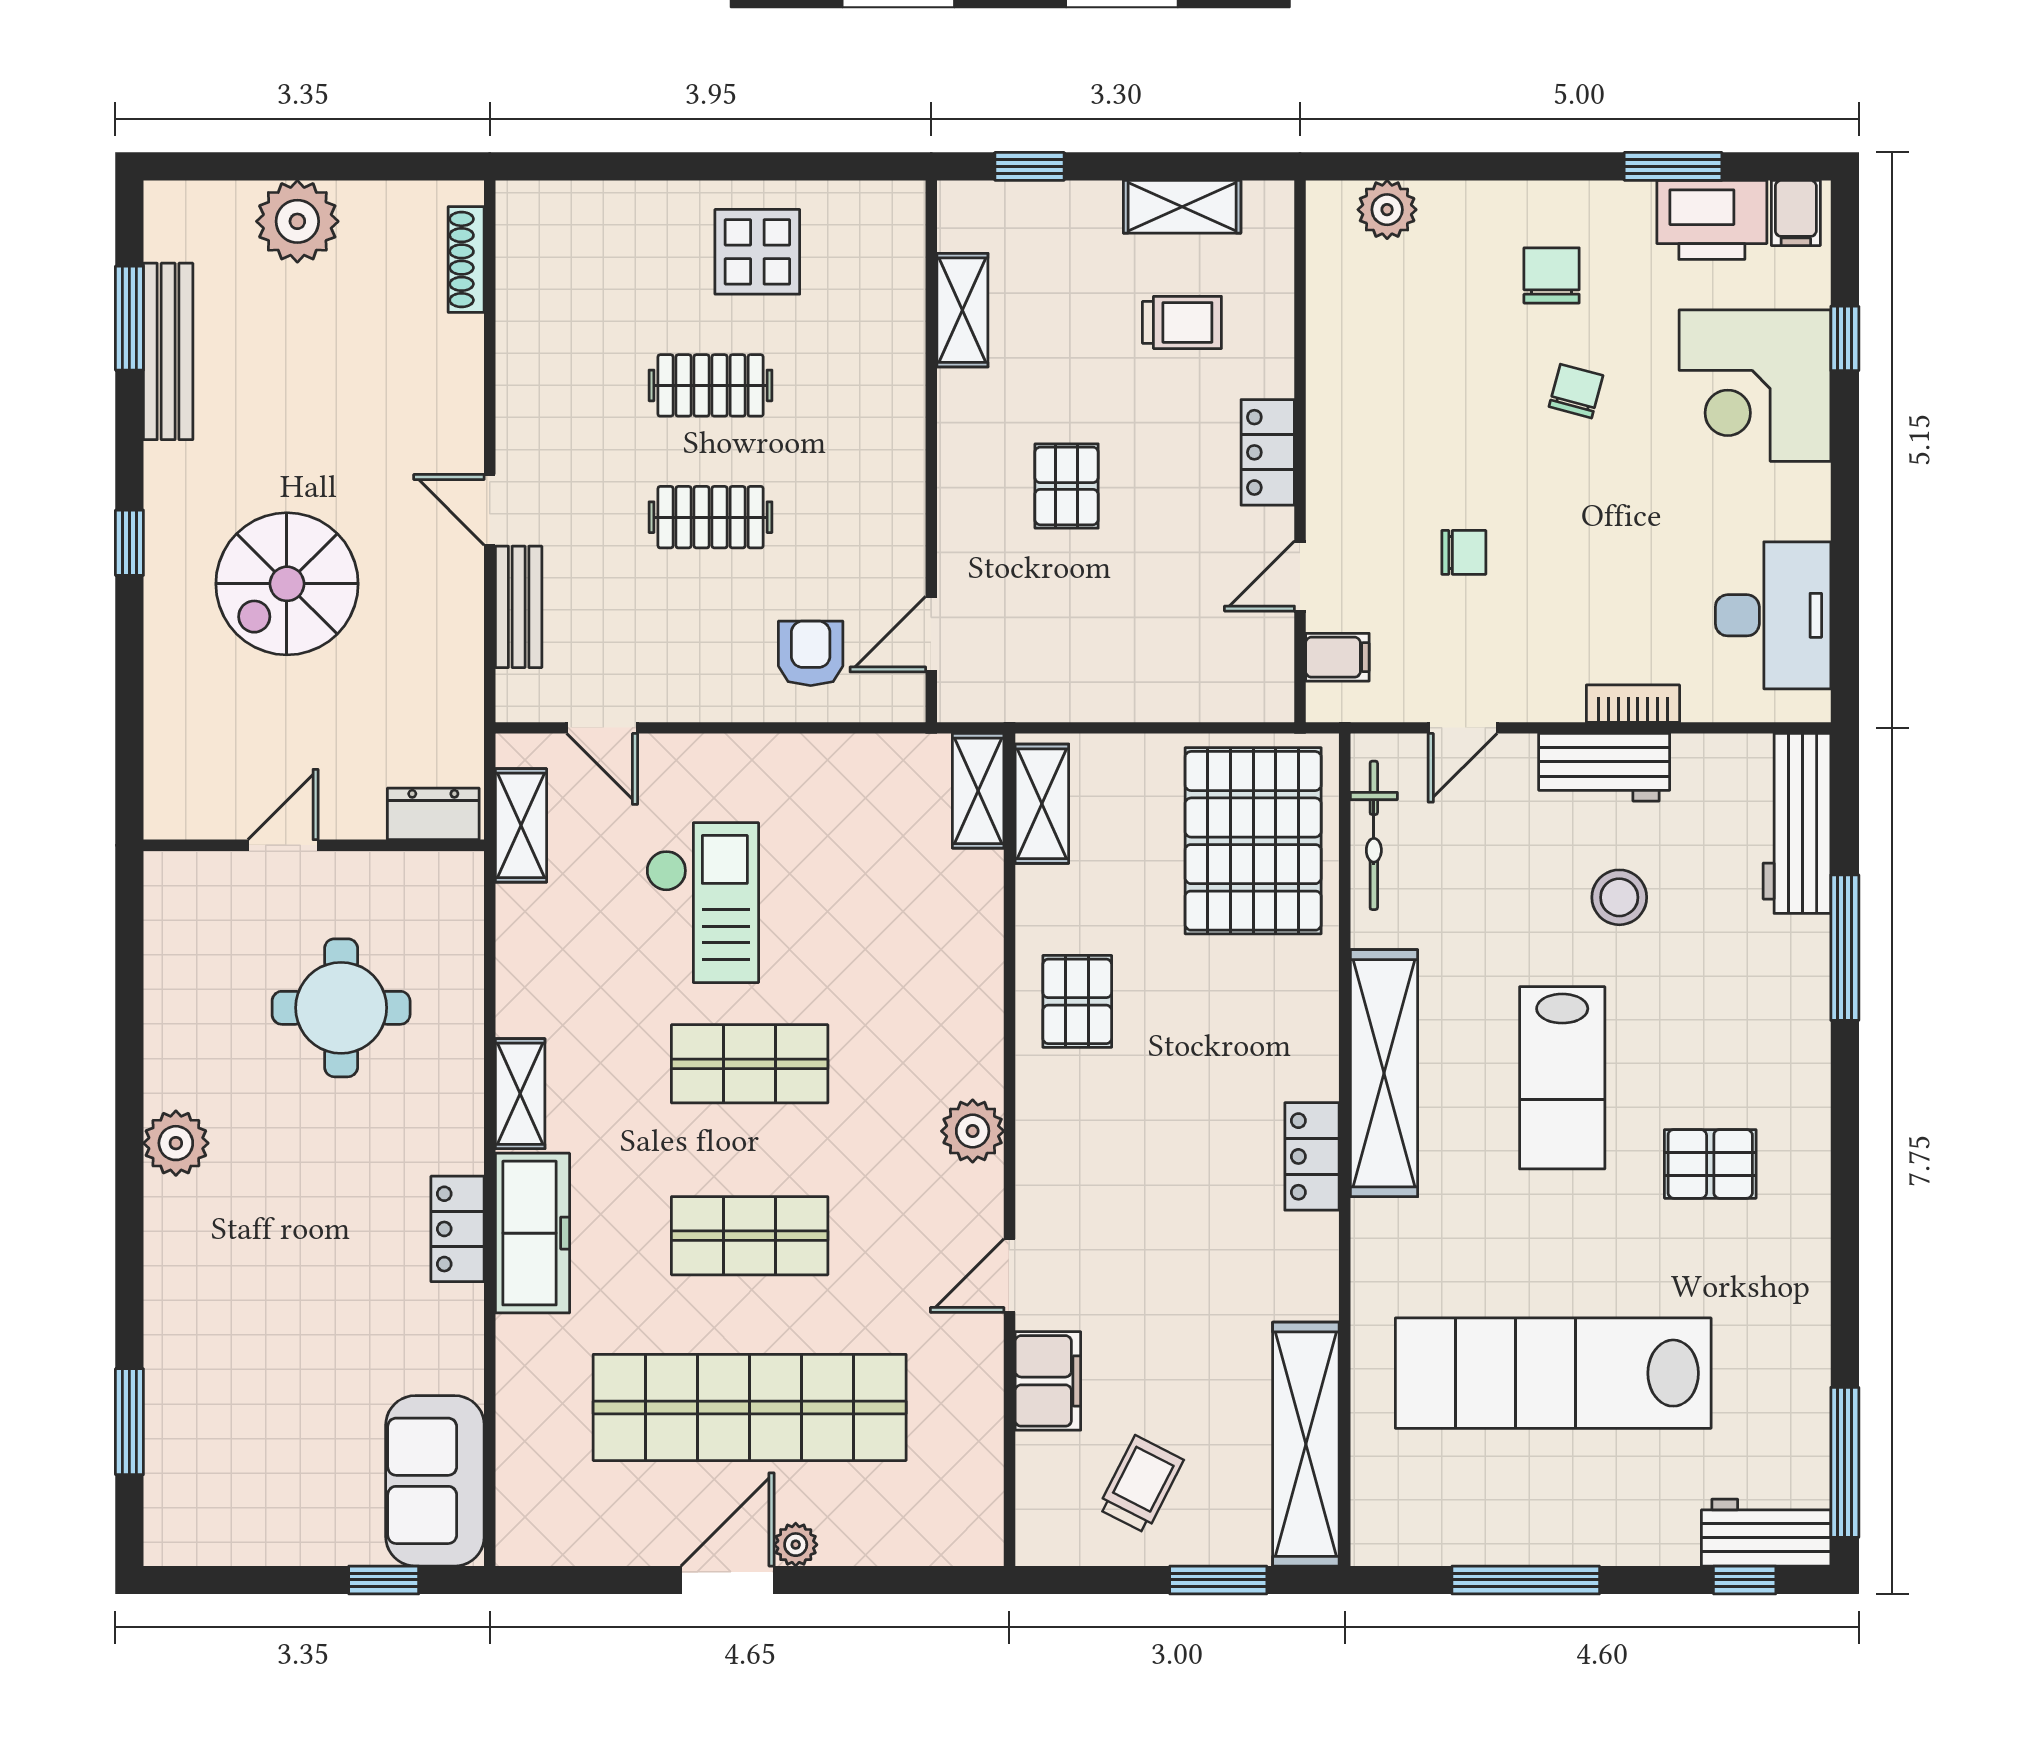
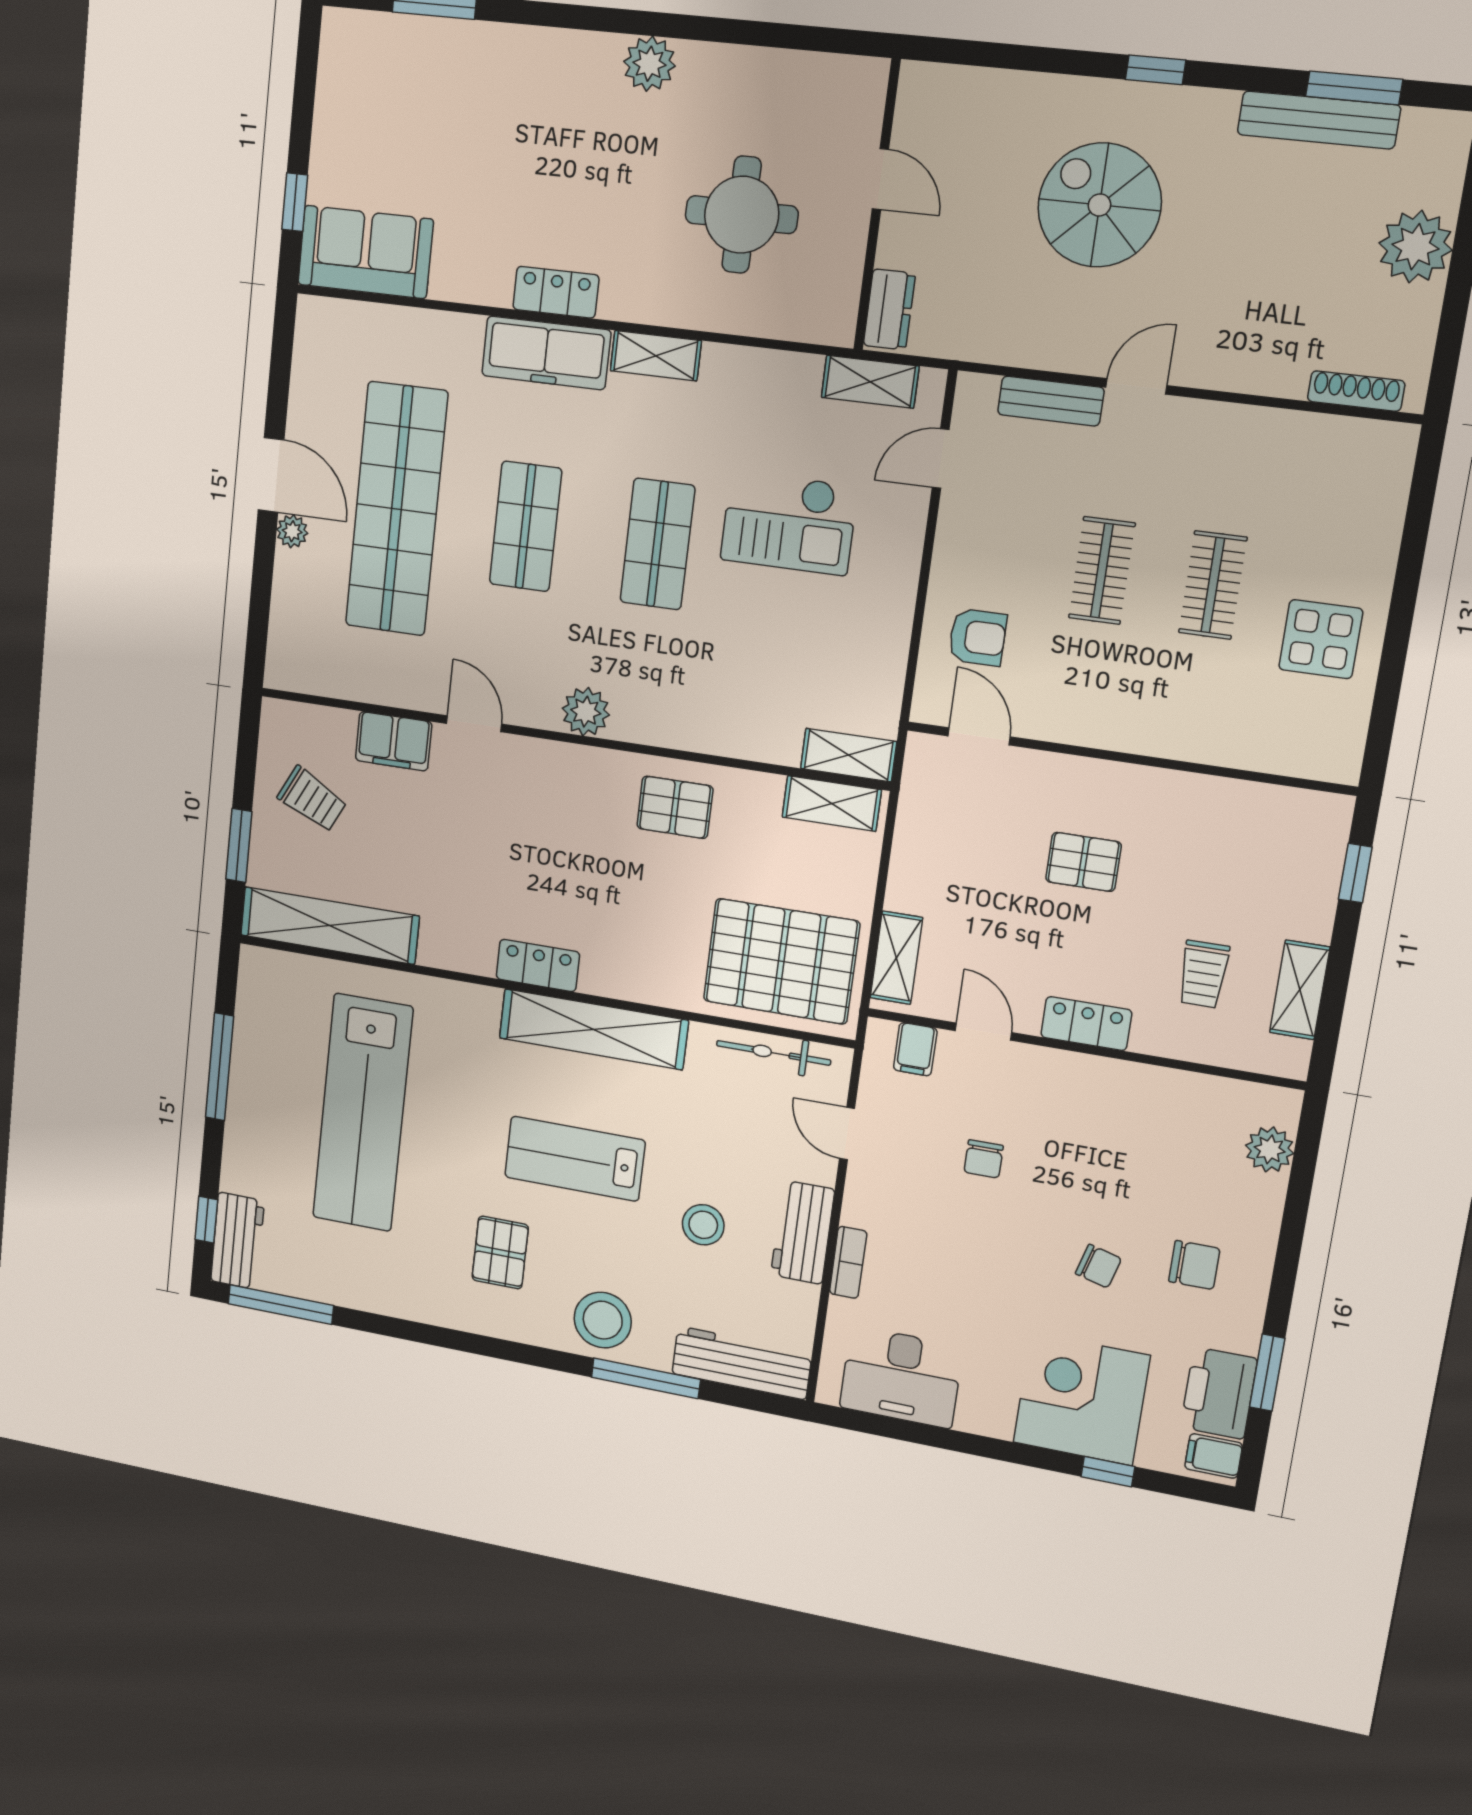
shelving: (962, 310) -> (896, 958), moved, turned 90
stool: (1776, 1015) -> (603, 1320), added
lab bench: (1553, 1373) -> (363, 1113), turned 180

